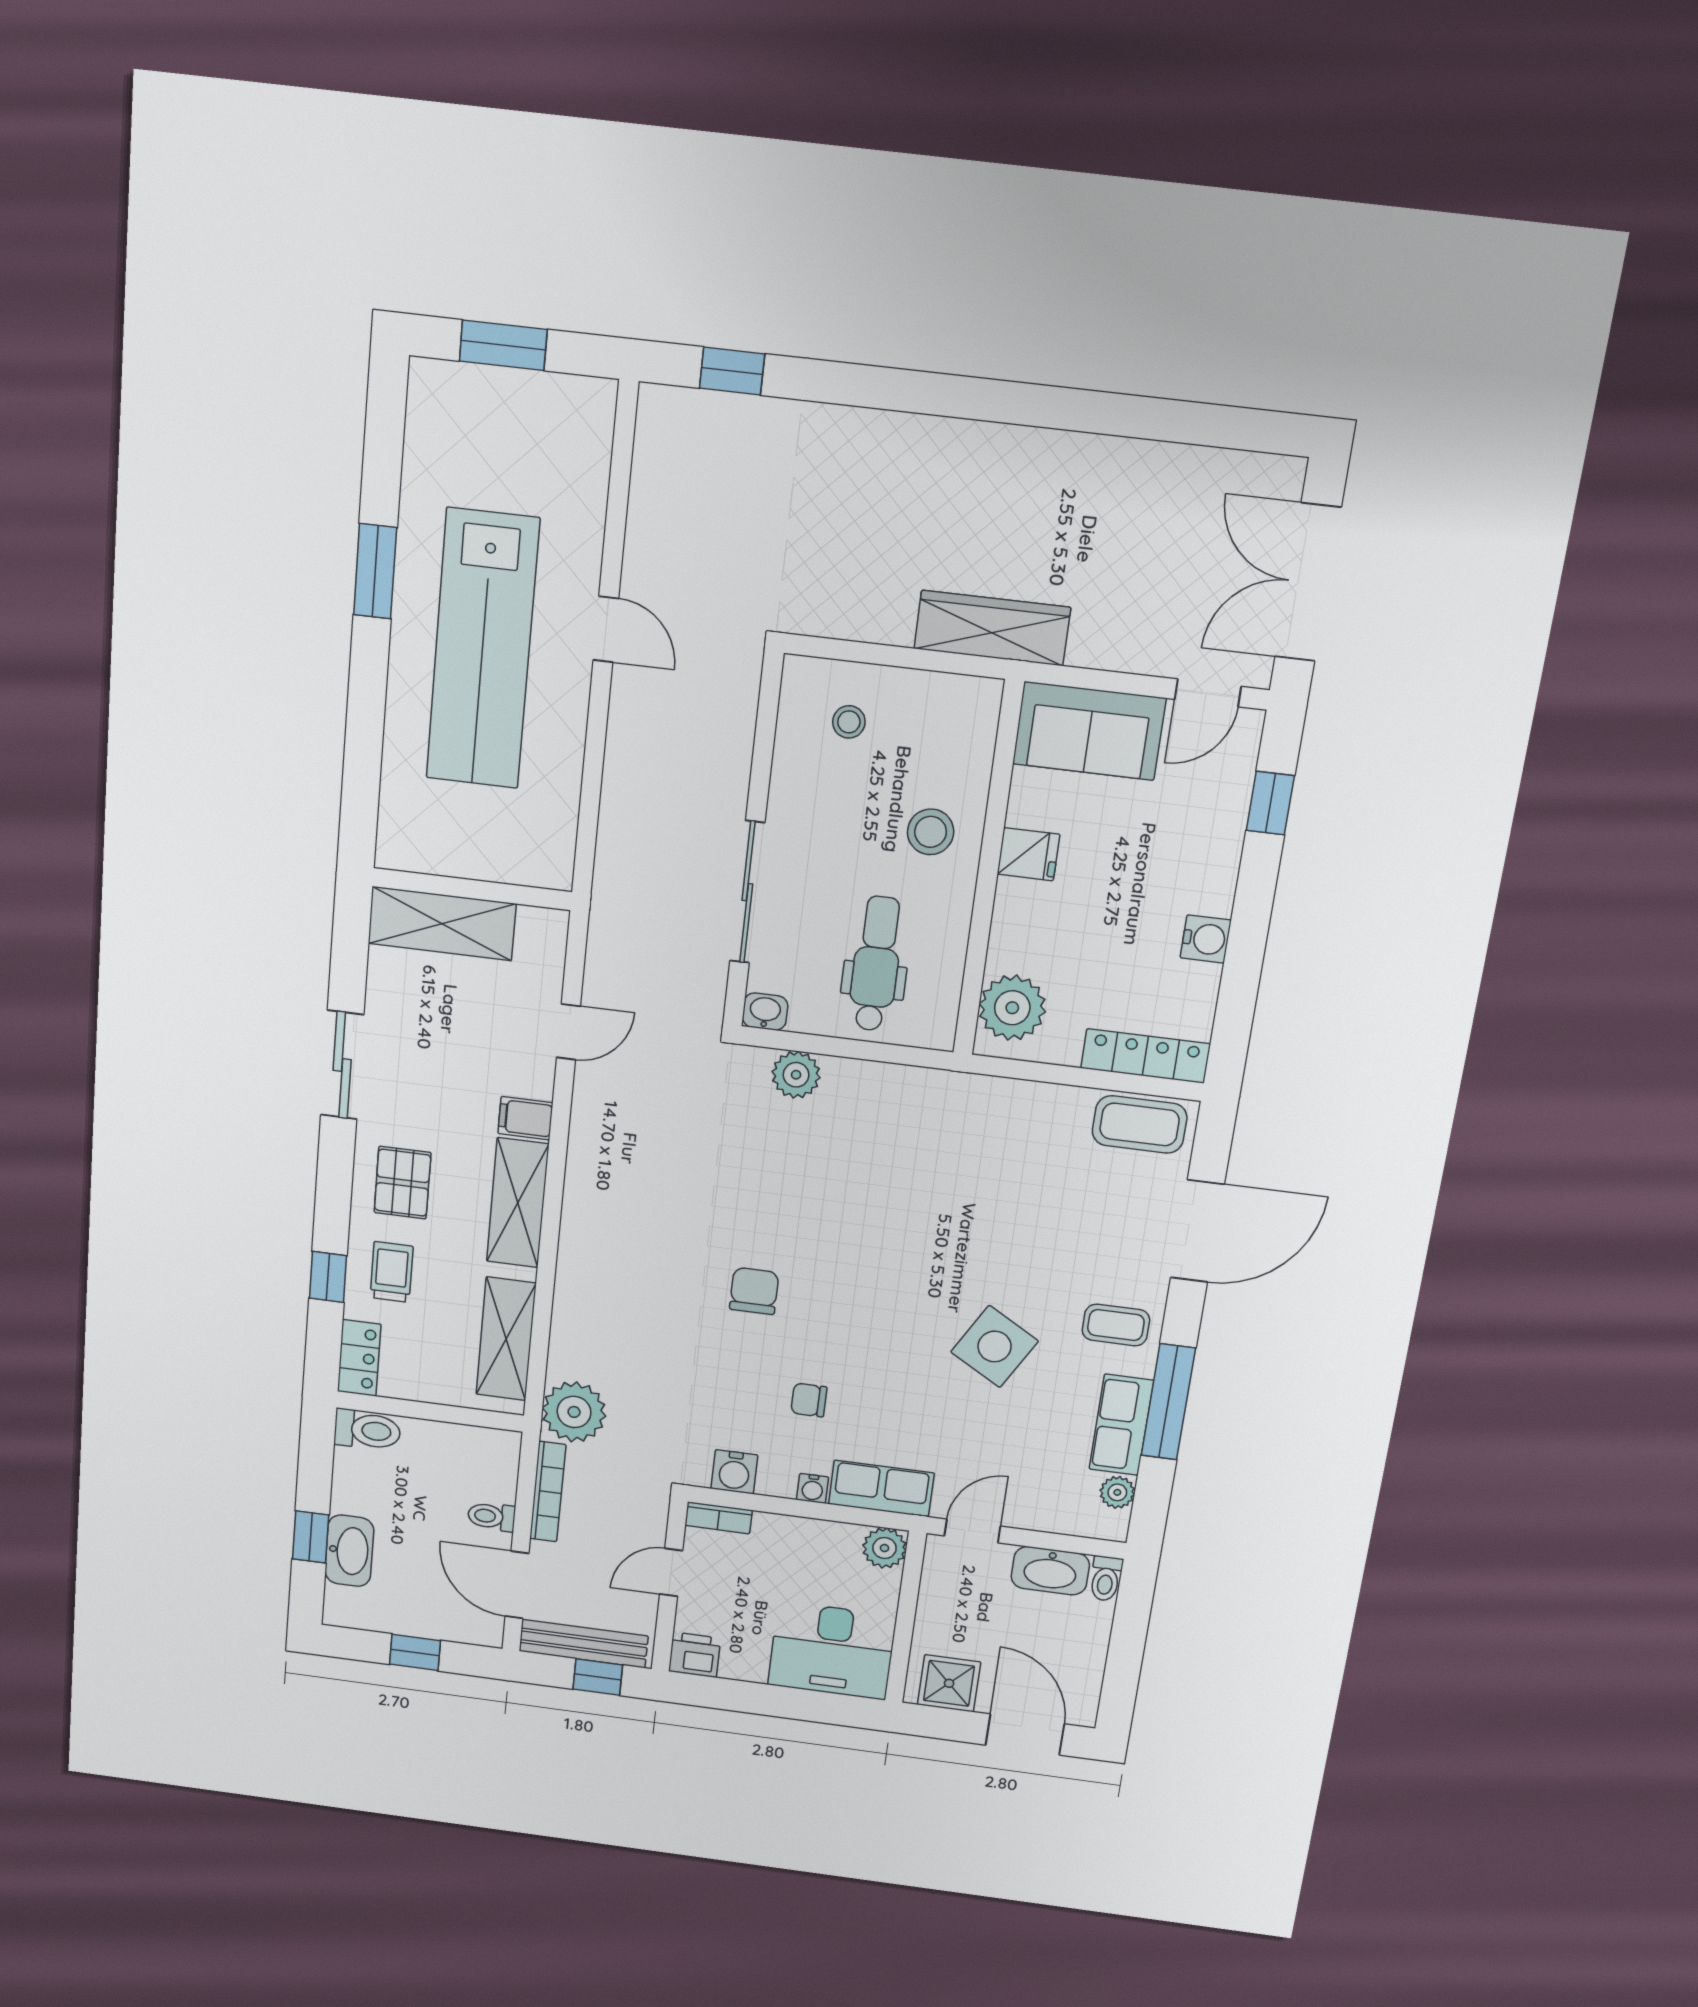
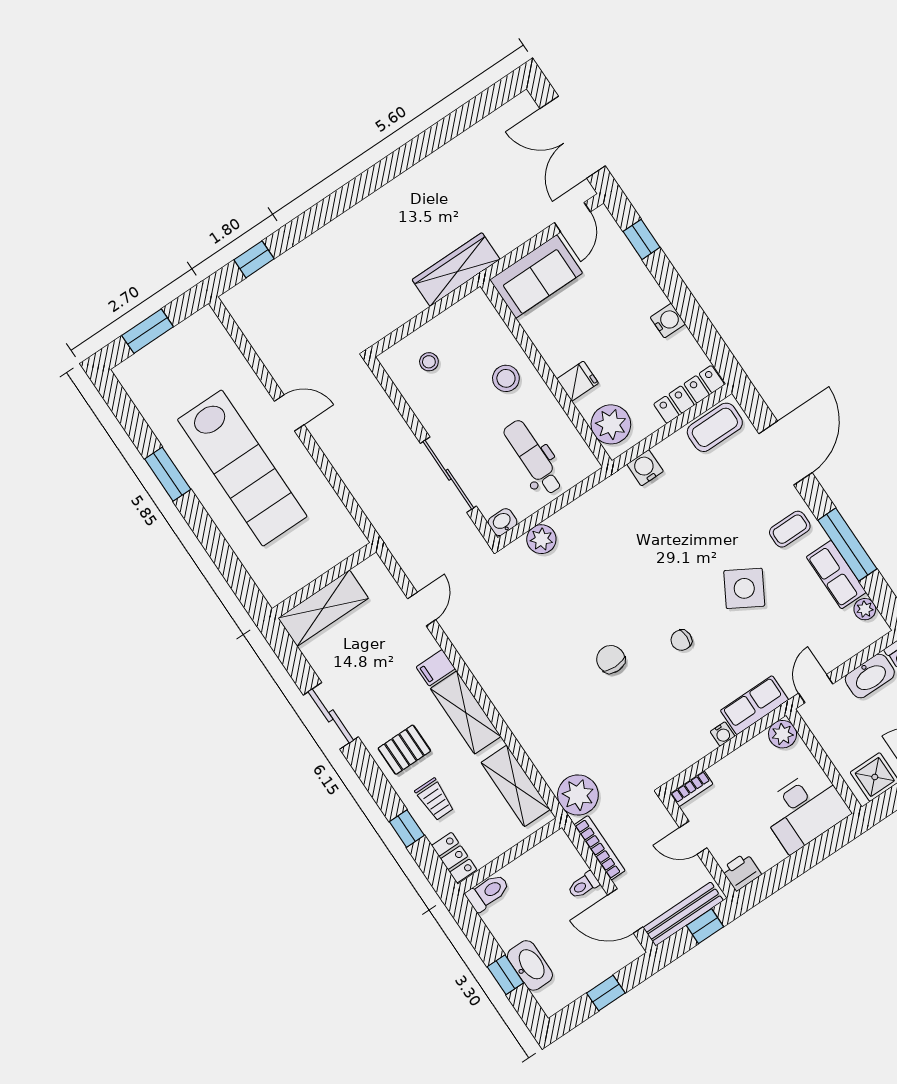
fridge: (1028, 854) -> (578, 381), moved
pallet: (403, 1183) -> (404, 750), turned 90
trolley: (392, 1272) -> (435, 799), turned 180
chair: (809, 1400) -> (681, 640), moved
water cooler: (734, 1472) -> (645, 468), moved, turned 180
door: (671, 1572) -> (693, 838), hinge flipped

